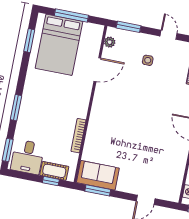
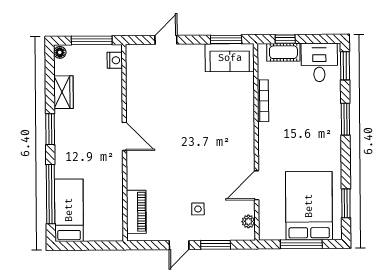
window: (128, 27) -> (216, 245), moved
door: (169, 35) -> (179, 245), hinge flipped

